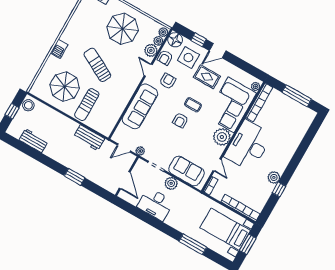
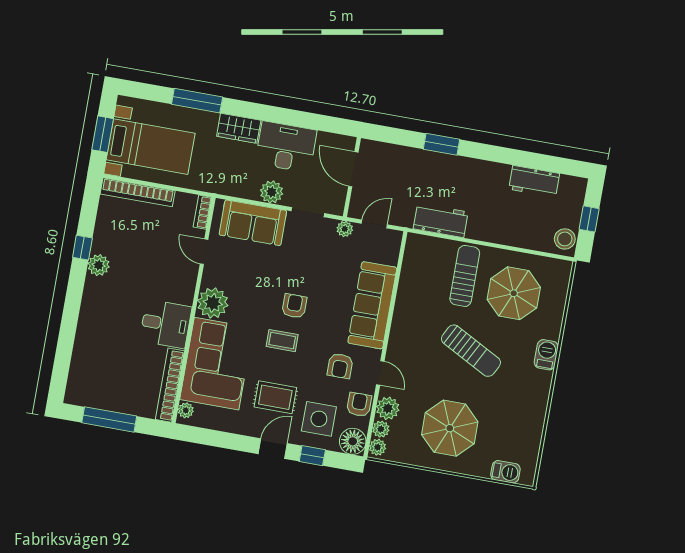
desk: (248, 146) -> (166, 324), width x0.53, depth x0.77
wardrobe: (176, 222) -> (239, 128), added

